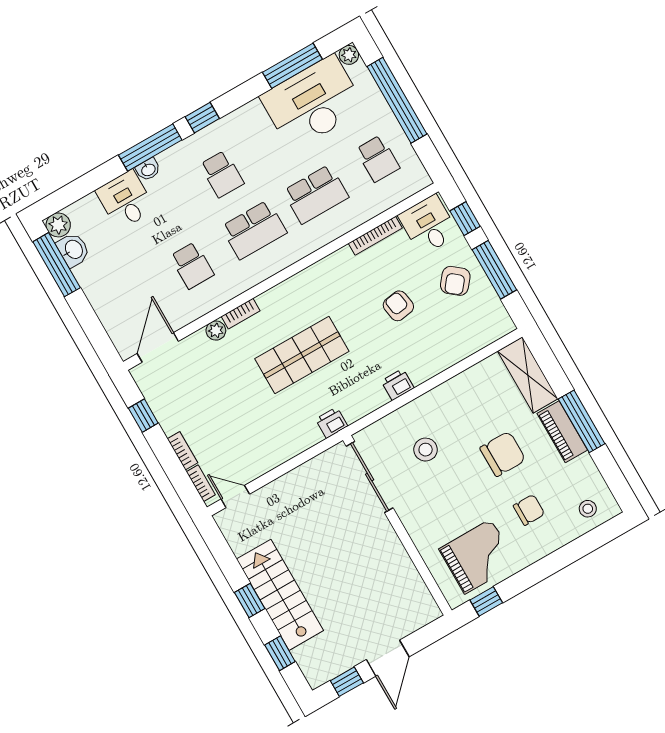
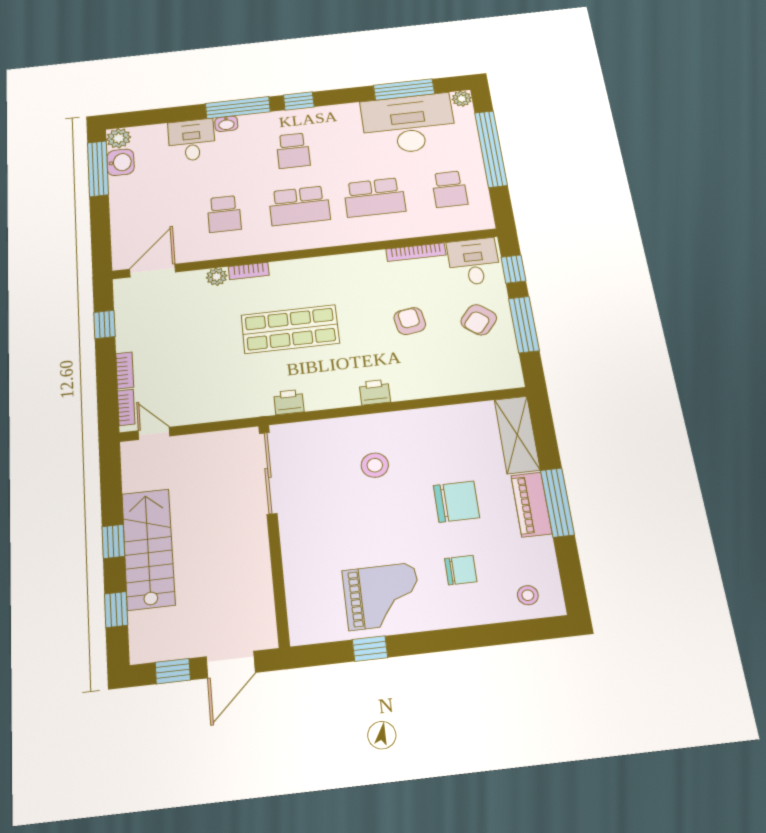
sliding door: (370, 477) -> (268, 473), moved
wall: (397, 525) -> (274, 533), moved

